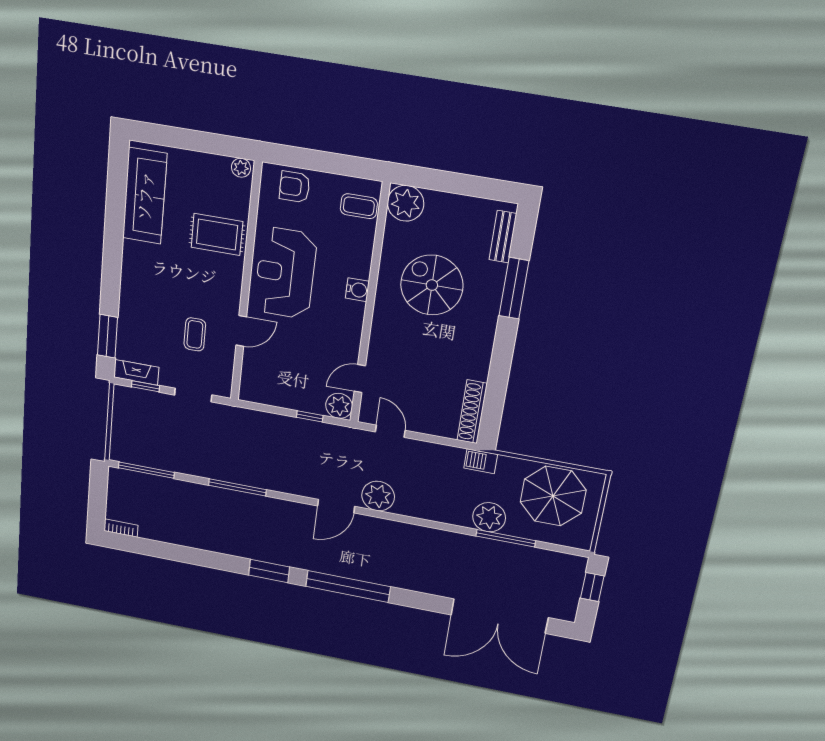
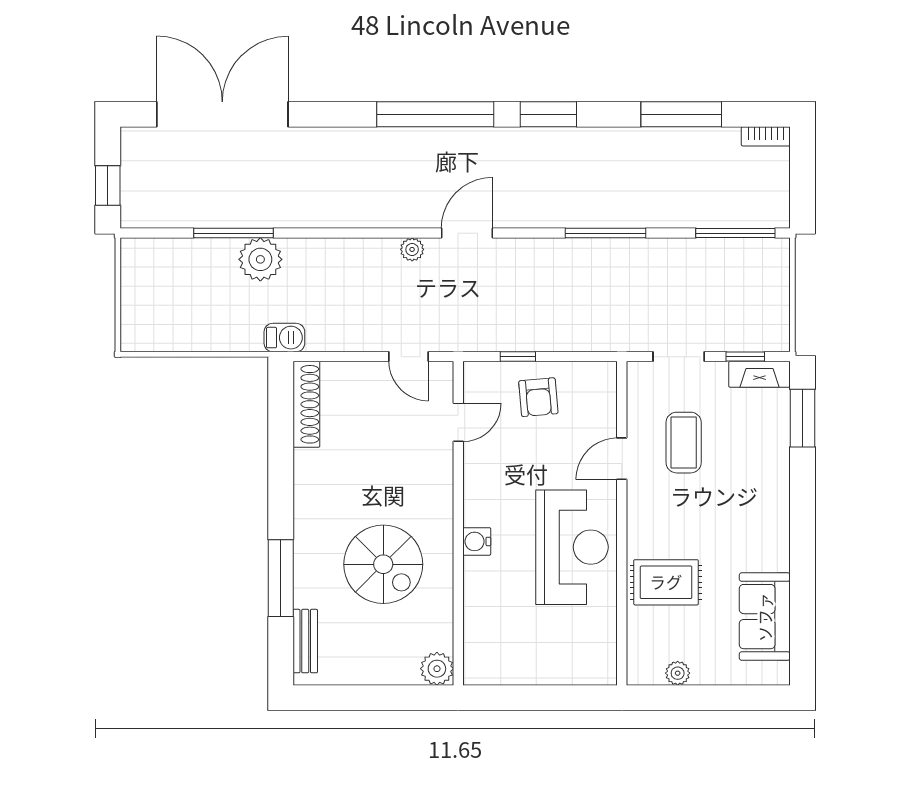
plant: (241, 168) -> (678, 673), moved
armchair: (295, 187) -> (538, 397), moved, turned 85
sofa: (145, 196) -> (765, 617), width x0.73
plant: (406, 203) -> (437, 669), width x0.73, depth x0.73
coffee table: (359, 206) -> (489, 649), removed
coffee table: (195, 334) -> (684, 443), width x1.36, depth x1.30
plant: (339, 406) -> (481, 379), removed
plant: (378, 496) -> (412, 249), width x0.53, depth x0.53
parasol: (553, 496) -> (183, 307), removed
window: (178, 553) -> (681, 114), added

